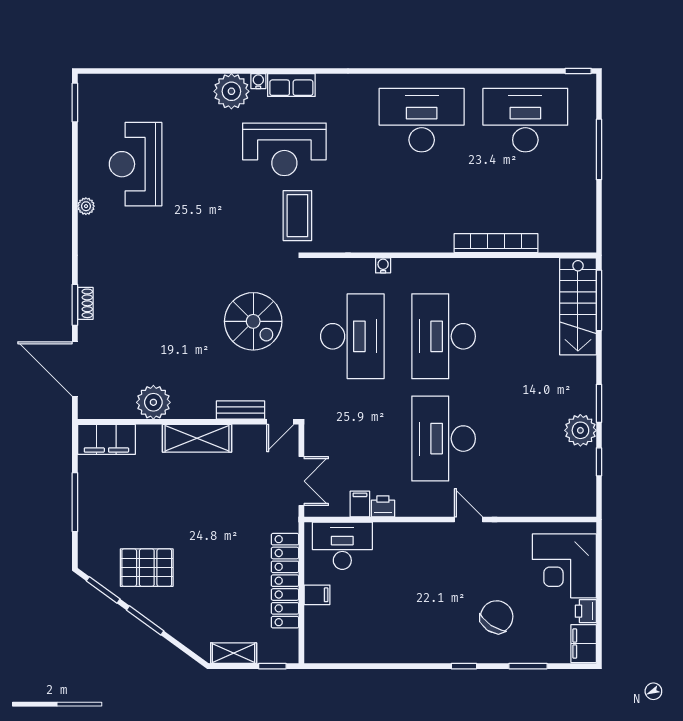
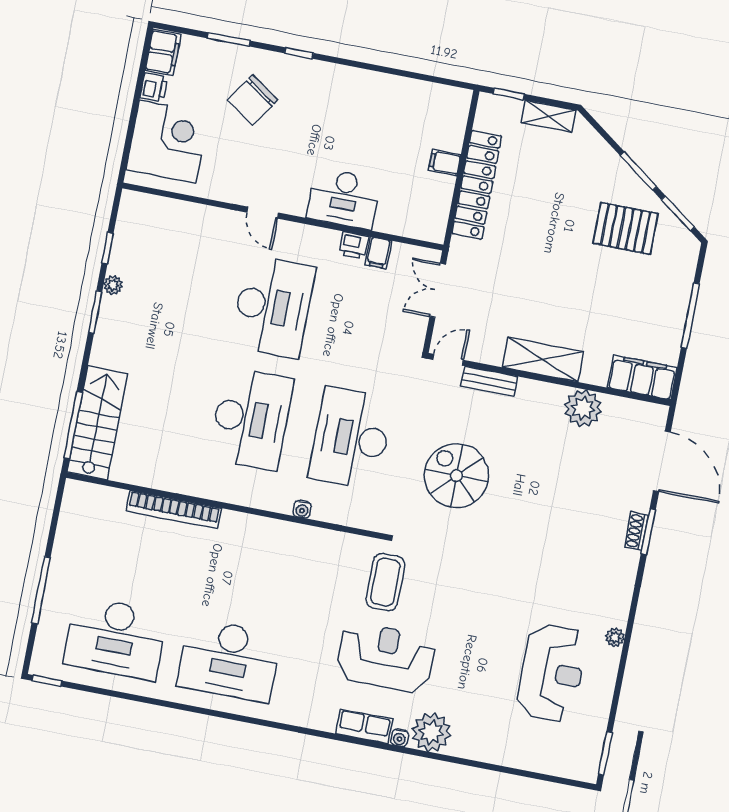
plant: (580, 430) -> (113, 285), width x0.53, depth x0.53
desk: (342, 546) -> (344, 199), moved

